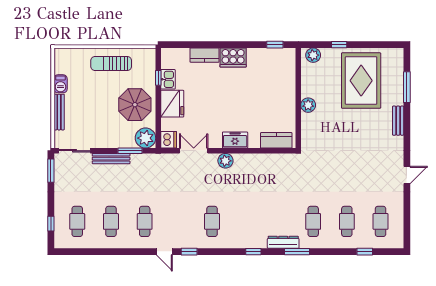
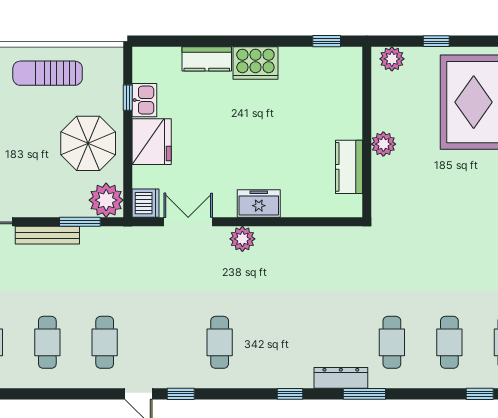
kitchen counter: (276, 140) -> (349, 167), moved, turned -90

